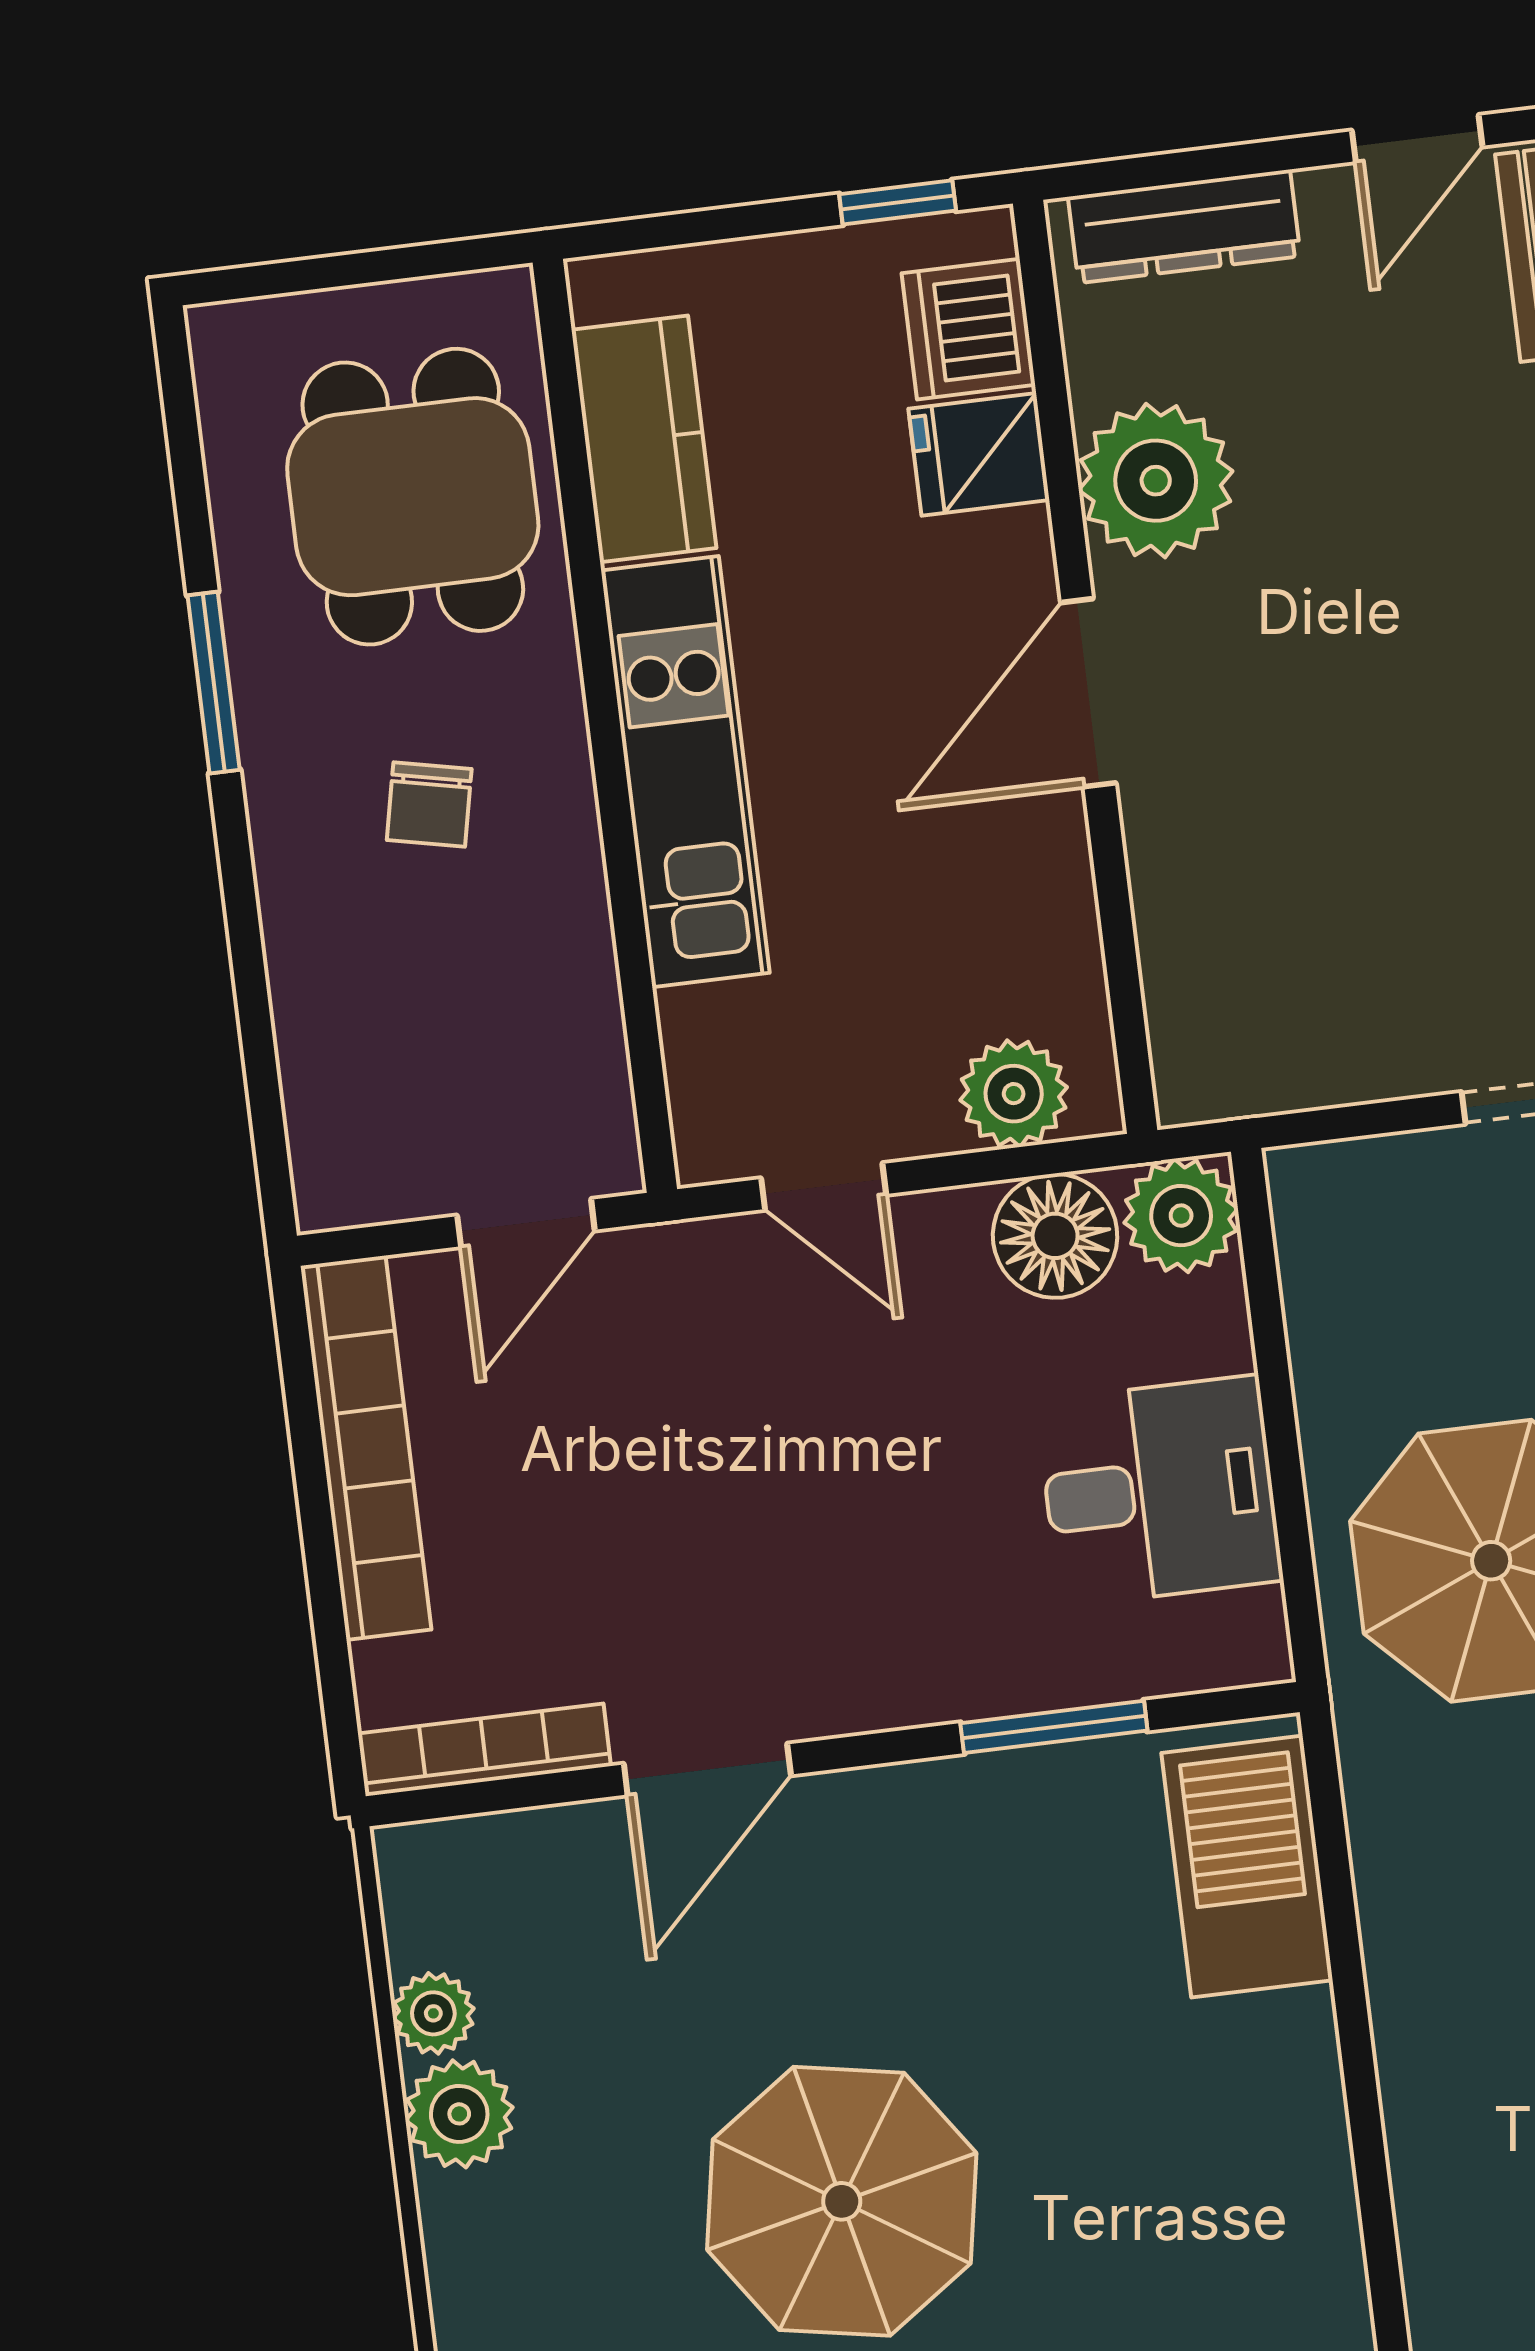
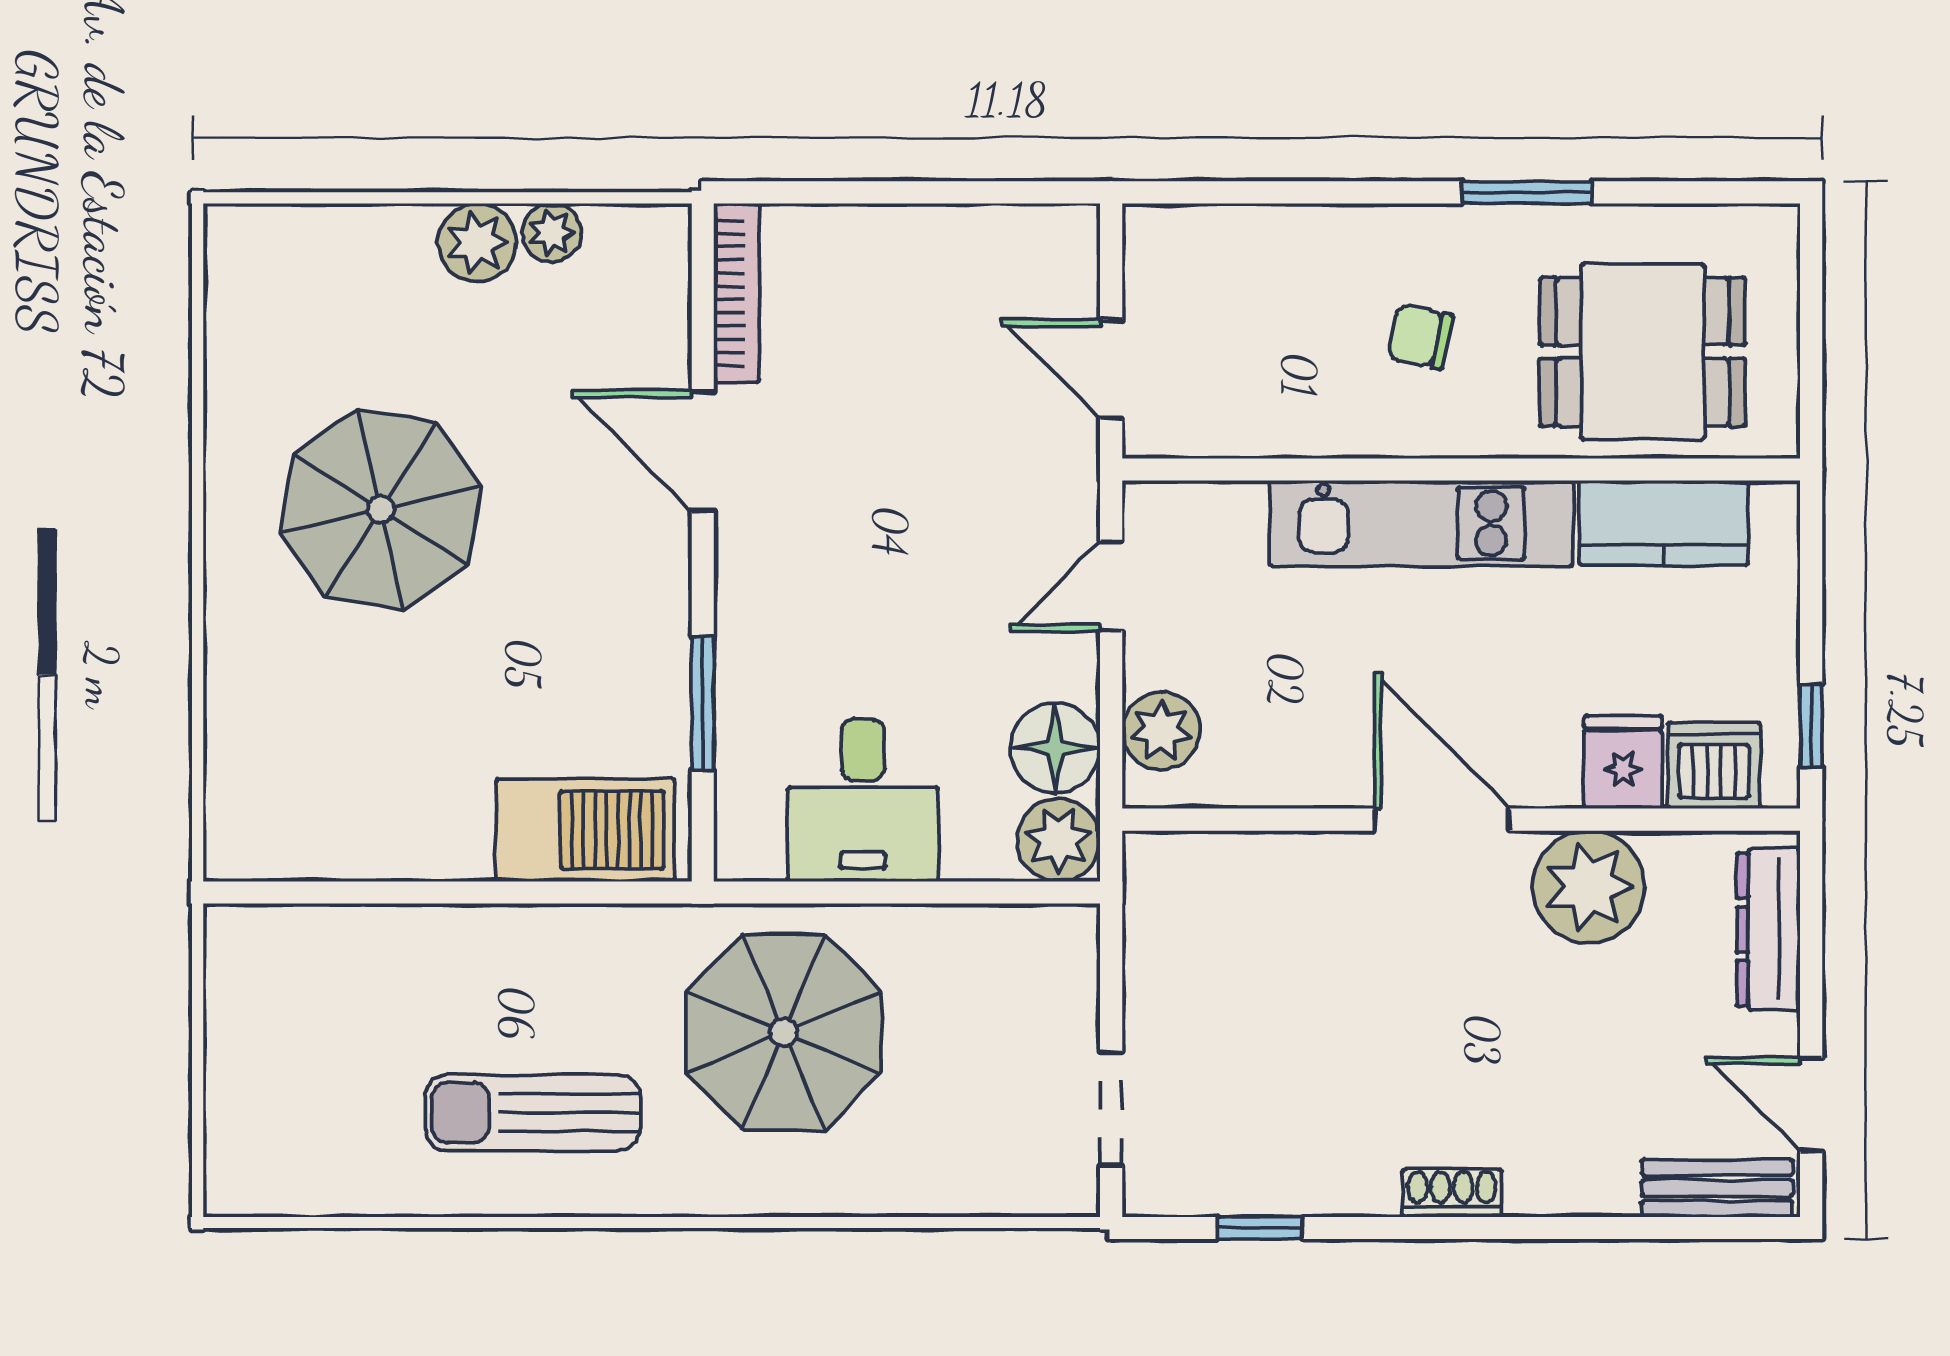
bookcase: (366, 1448) -> (964, 234), removed

